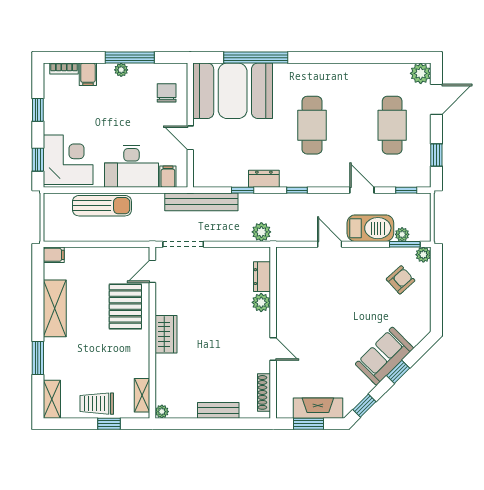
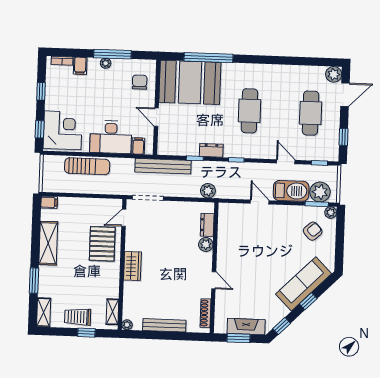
plant: (402, 234) -> (320, 192), width x1.88, depth x1.88
sofa: (384, 356) -> (304, 284), width x1.36
bench: (218, 410) -> (164, 325), width x1.36

